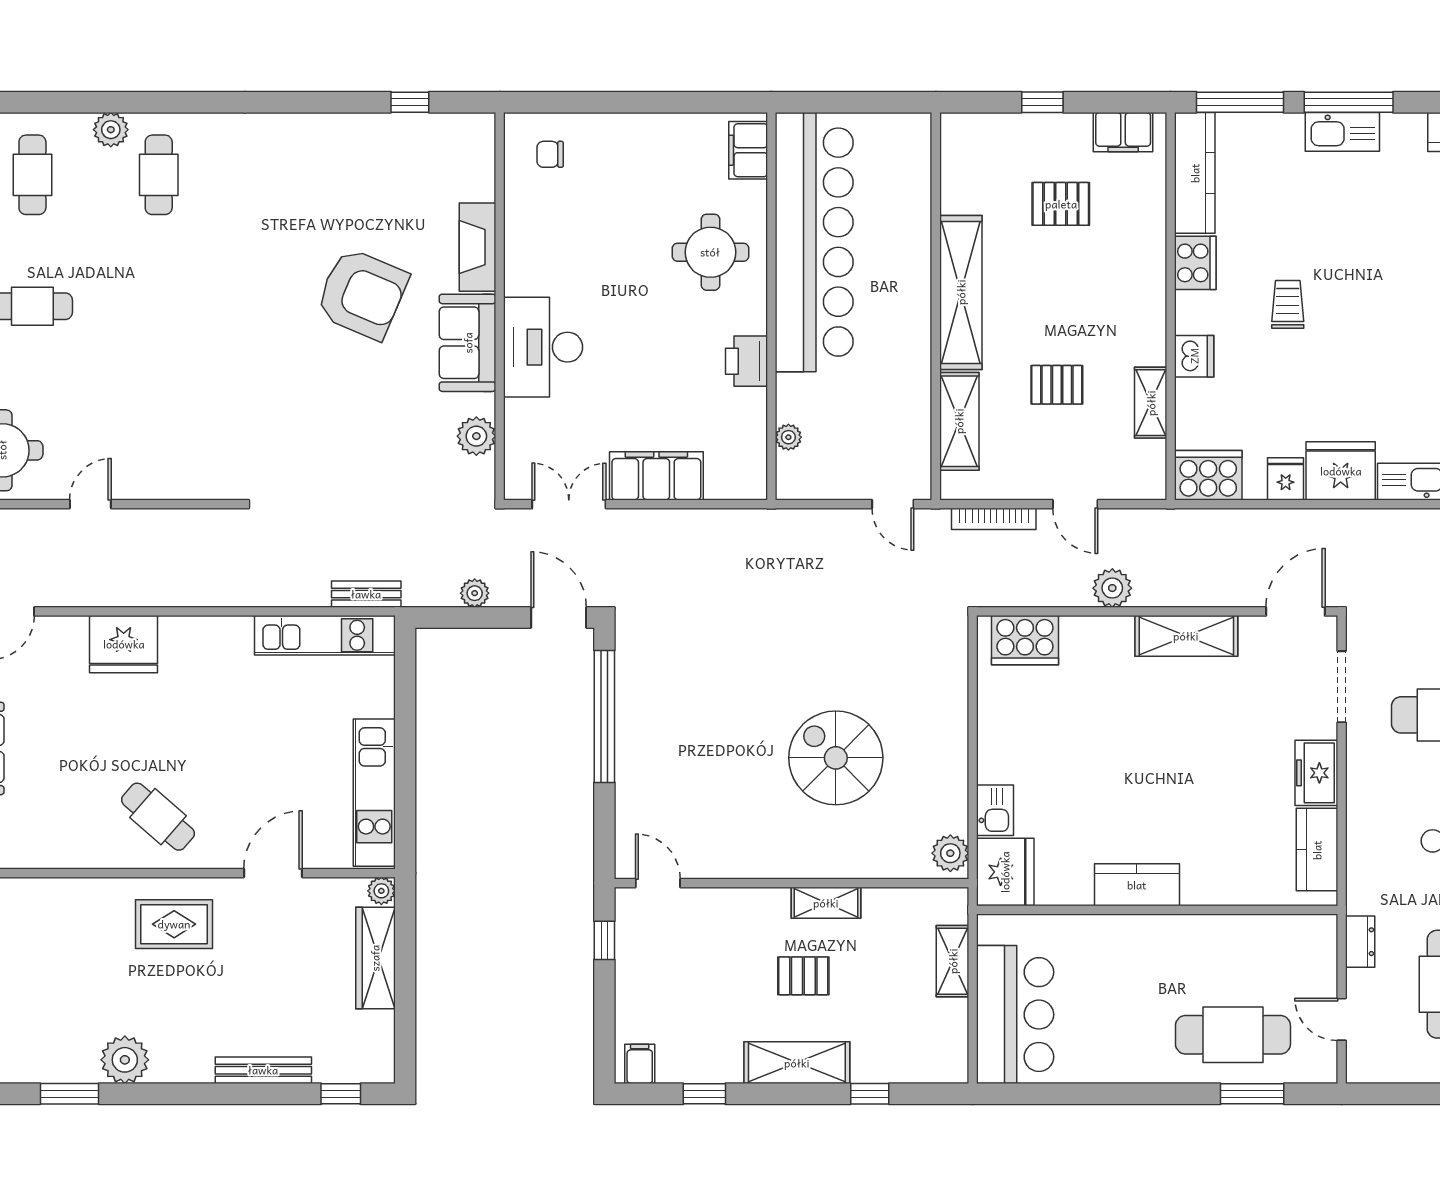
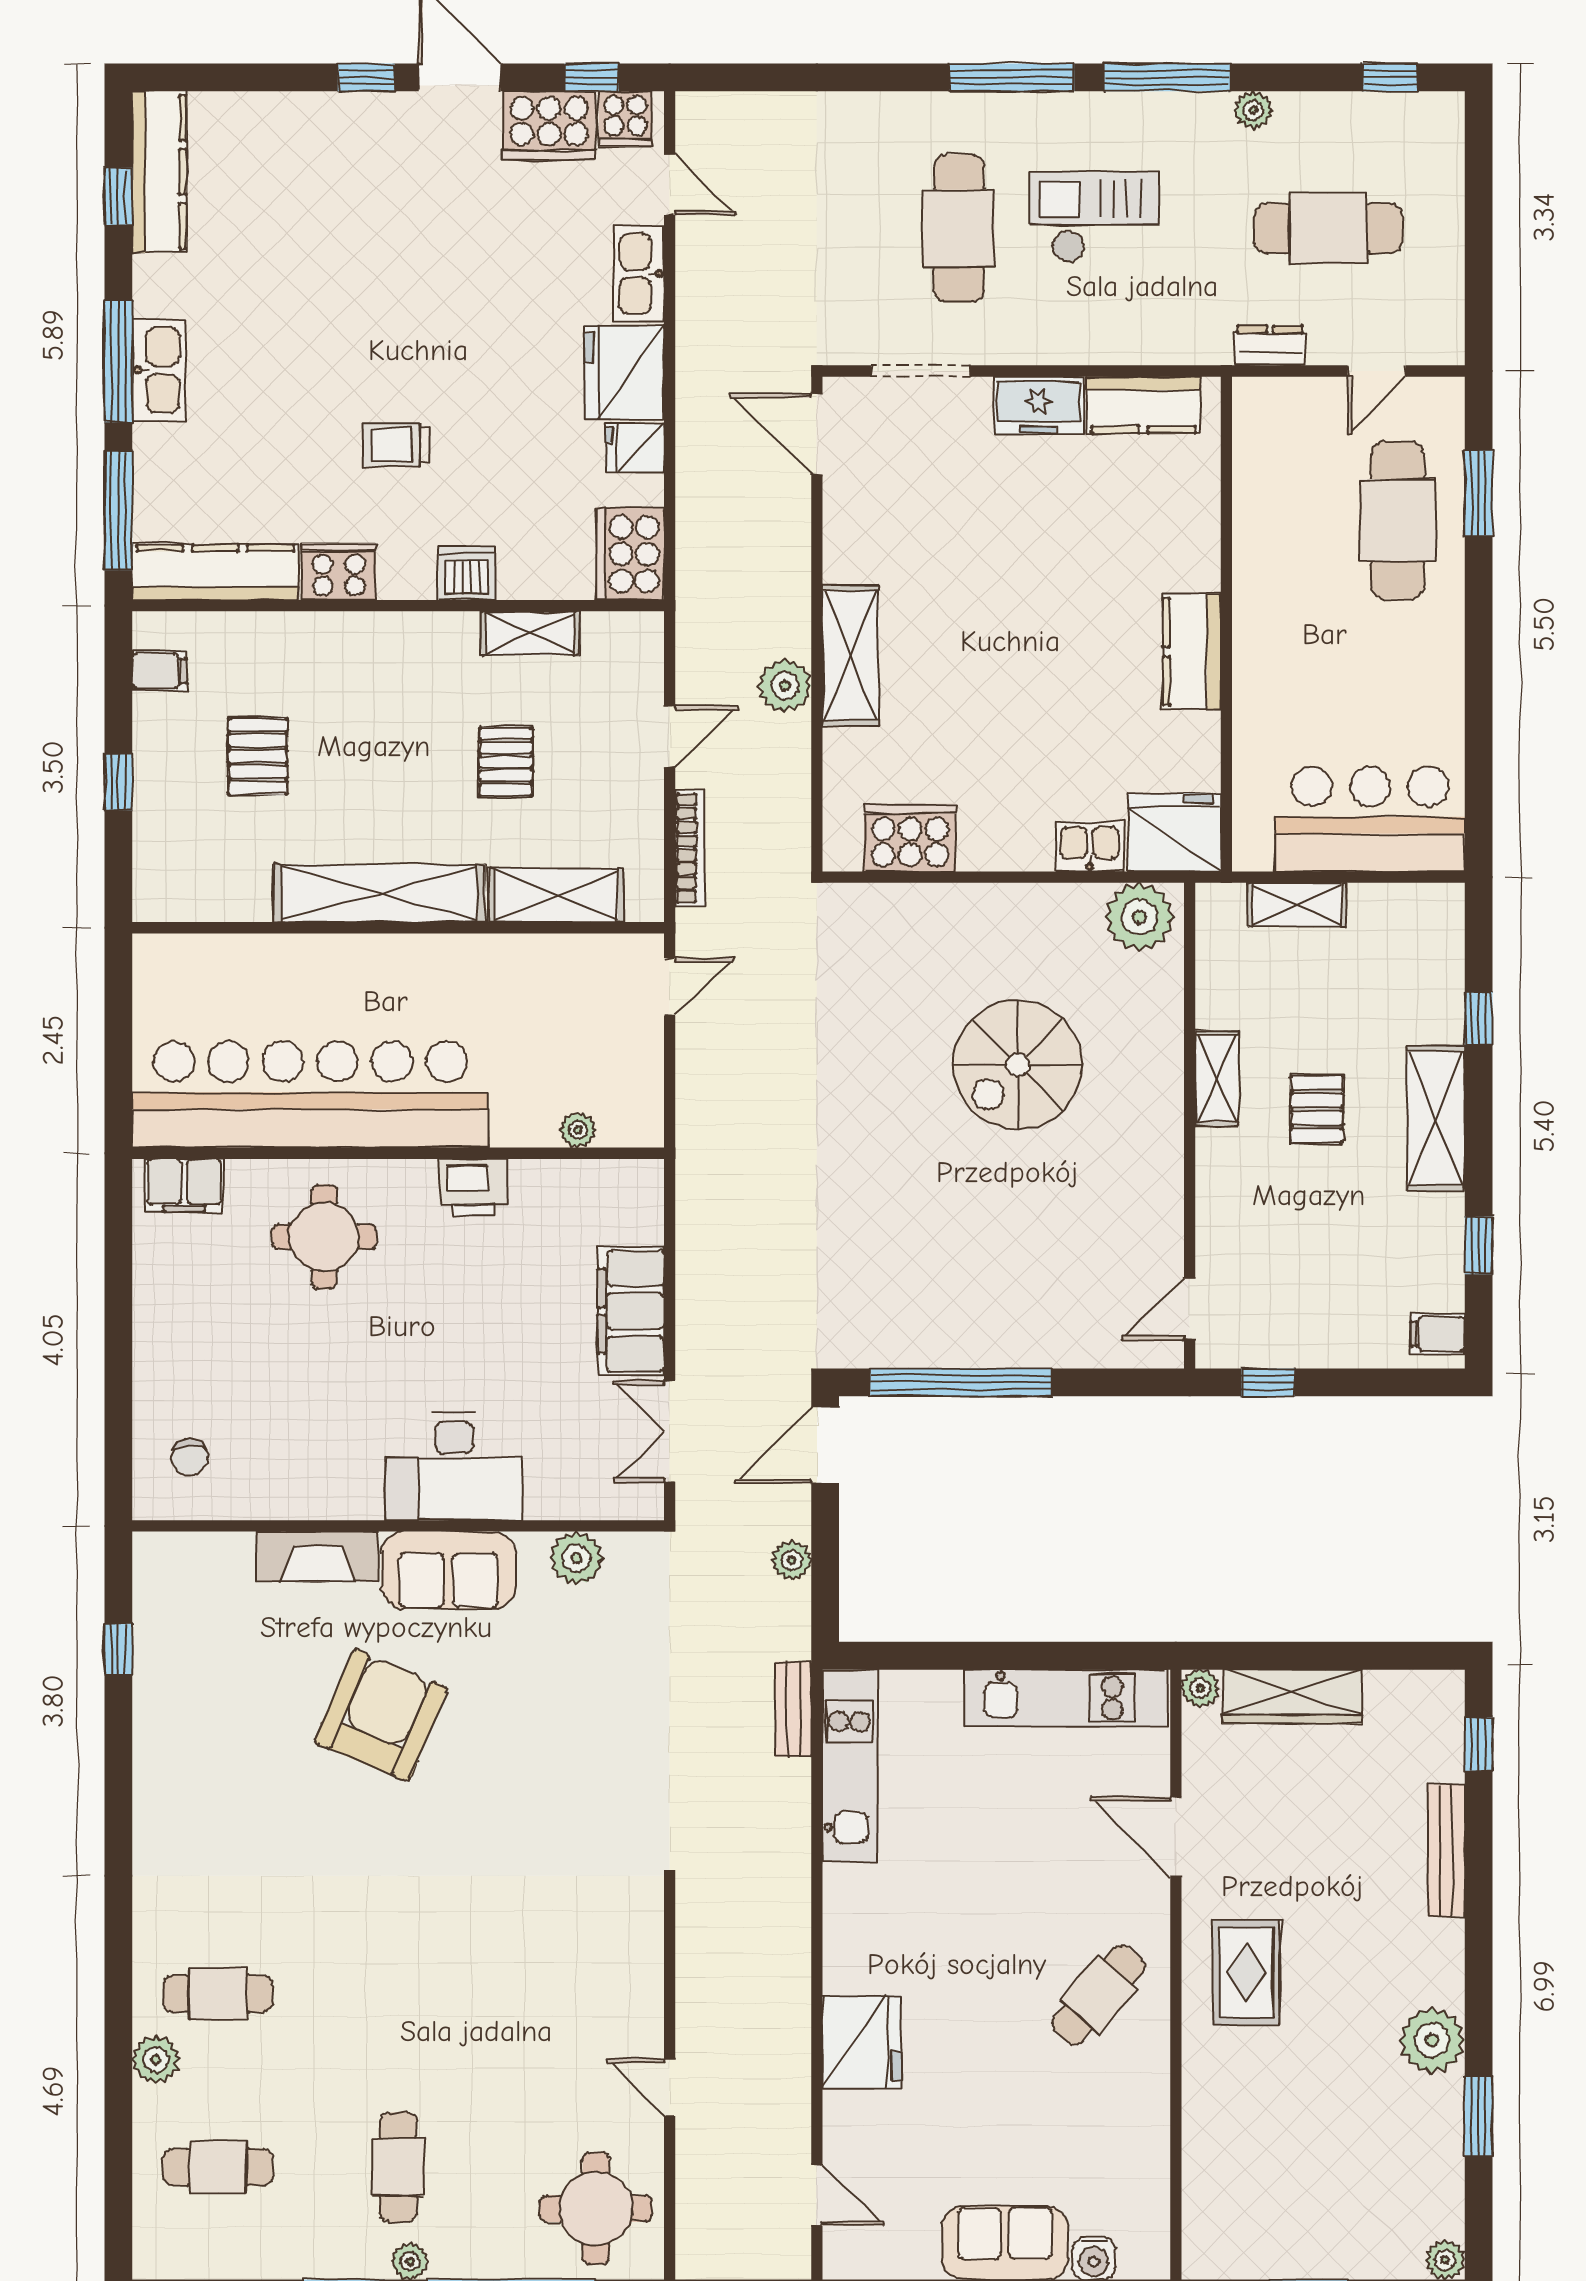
filing cabinet: (1123, 132) -> (159, 671), width x0.50
shelving: (1186, 636) -> (851, 656), moved
cooker: (1025, 640) -> (910, 838), moved, turned -90
plant: (950, 853) -> (1139, 917), width x1.36, depth x1.36

